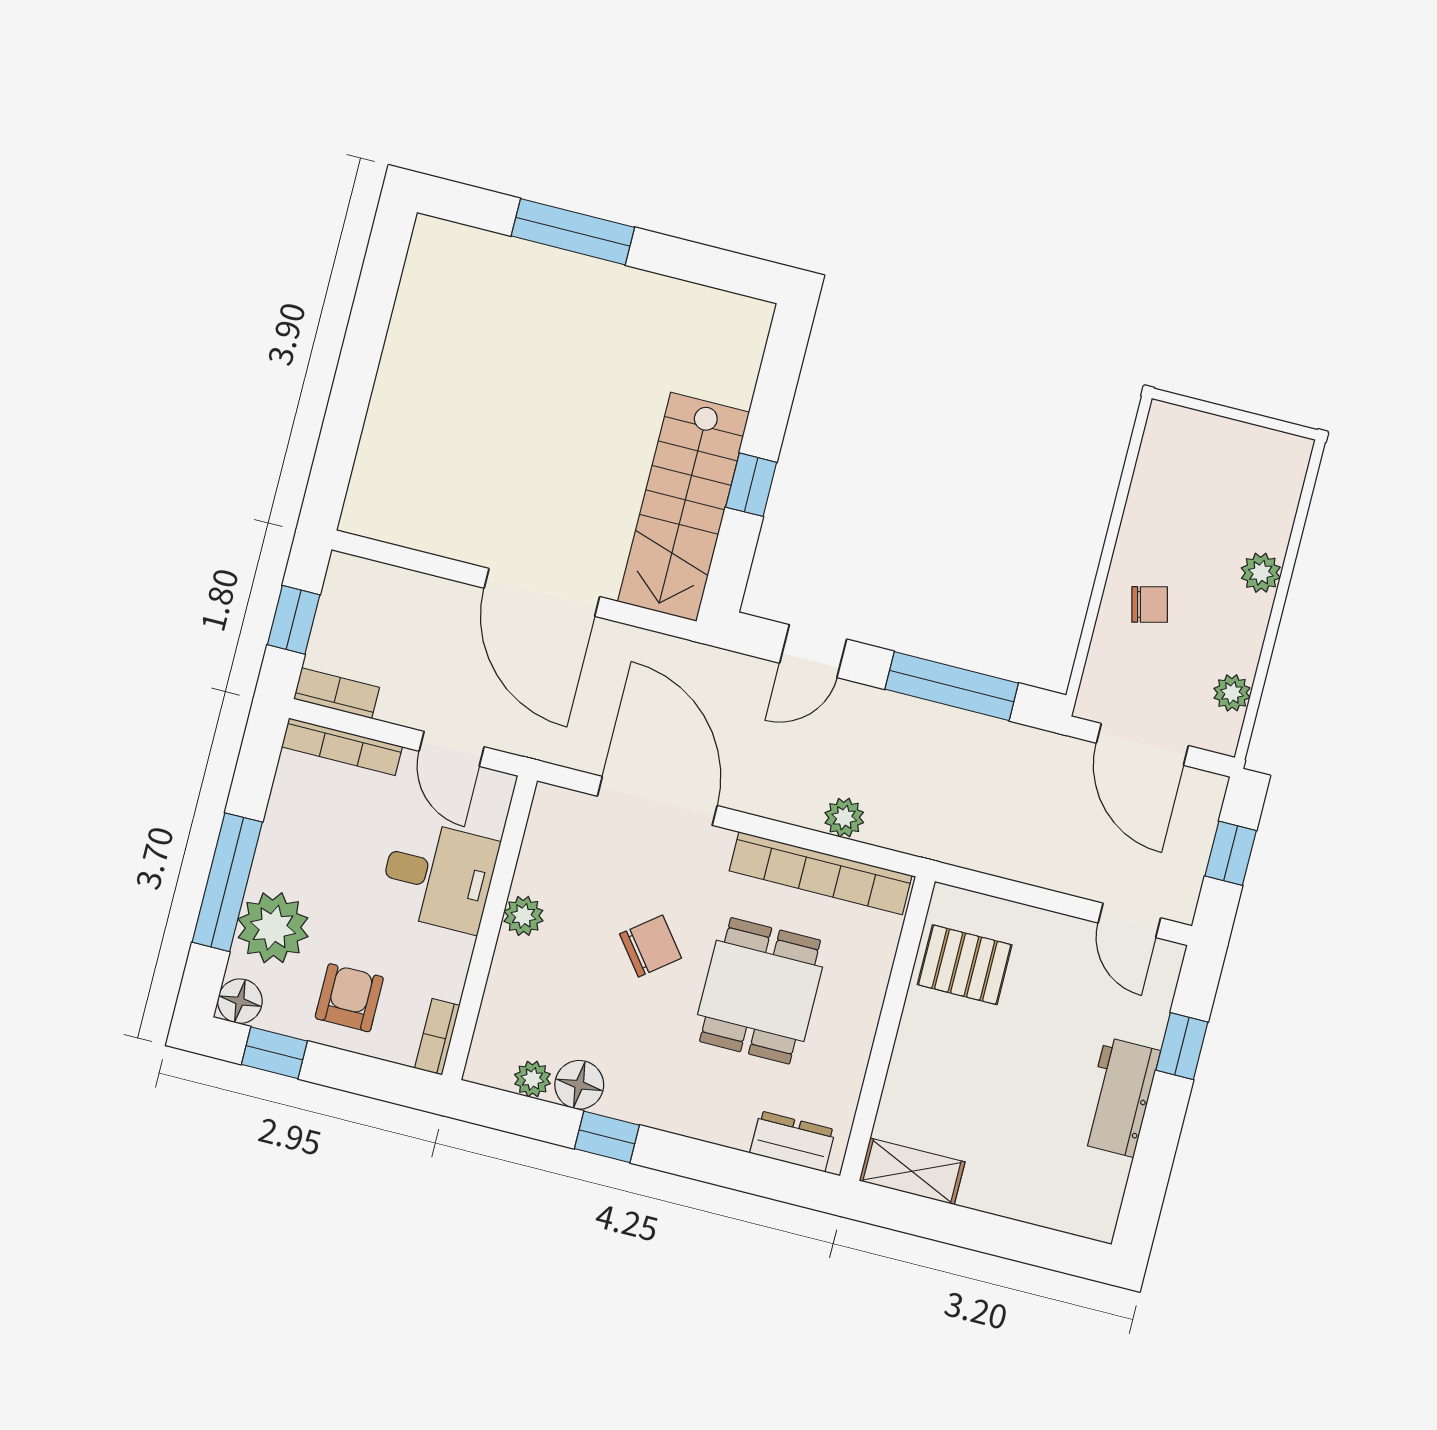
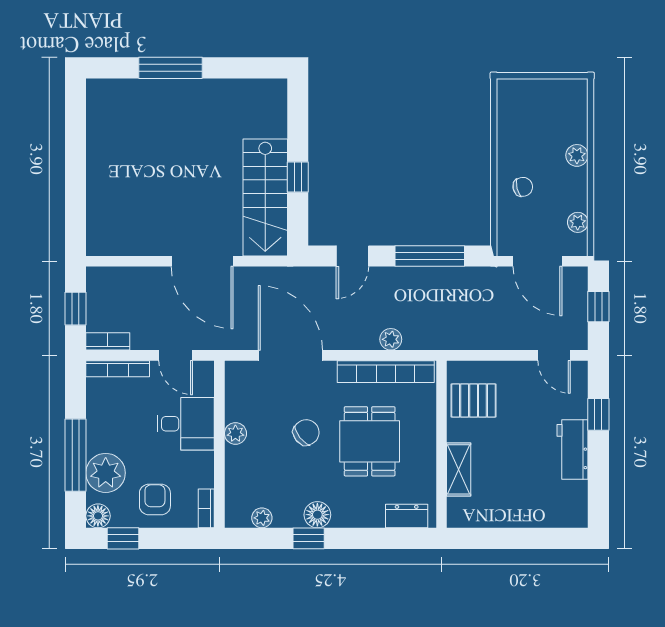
floor lamp: (579, 1085) -> (317, 515), moved
shelving: (912, 1171) -> (459, 469), moved, turned 90

